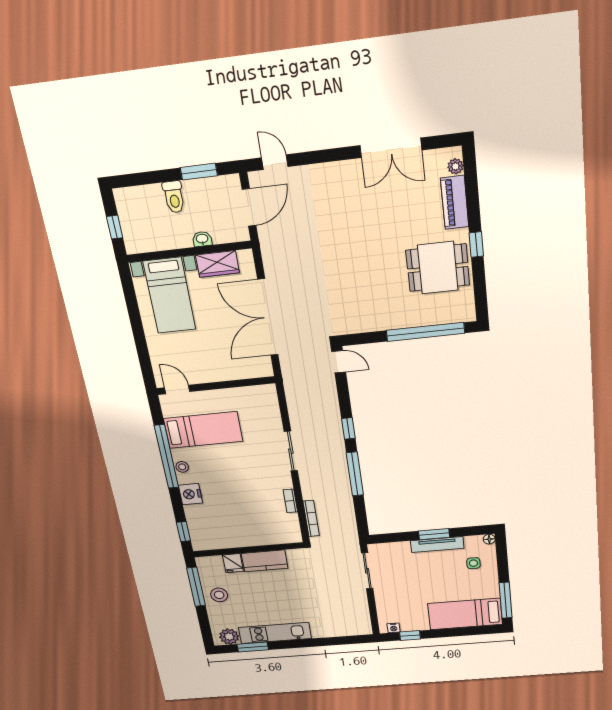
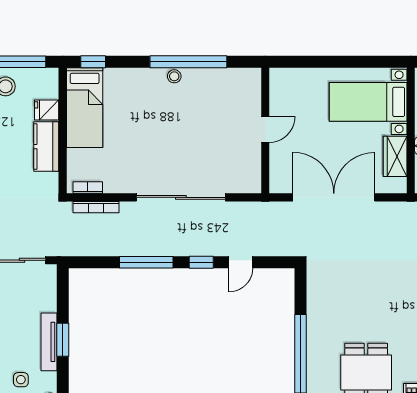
door: (339, 362) -> (241, 262), moved
door: (177, 390) -> (265, 129), moved
bed: (203, 430) -> (85, 108), moved
sliding door: (291, 451) -> (181, 197), width x1.86
nightstand: (190, 494) -> (140, 79), removed
bookcase: (290, 501) -> (88, 188), moved

